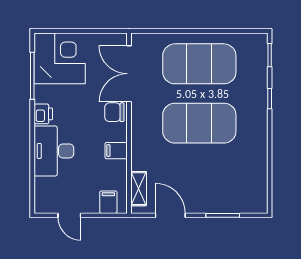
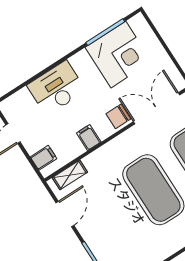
corner desk: (60, 58) -> (118, 54), moved
chair: (114, 112) -> (118, 116), turned -90
printer: (43, 114) -> (80, 60), removed

